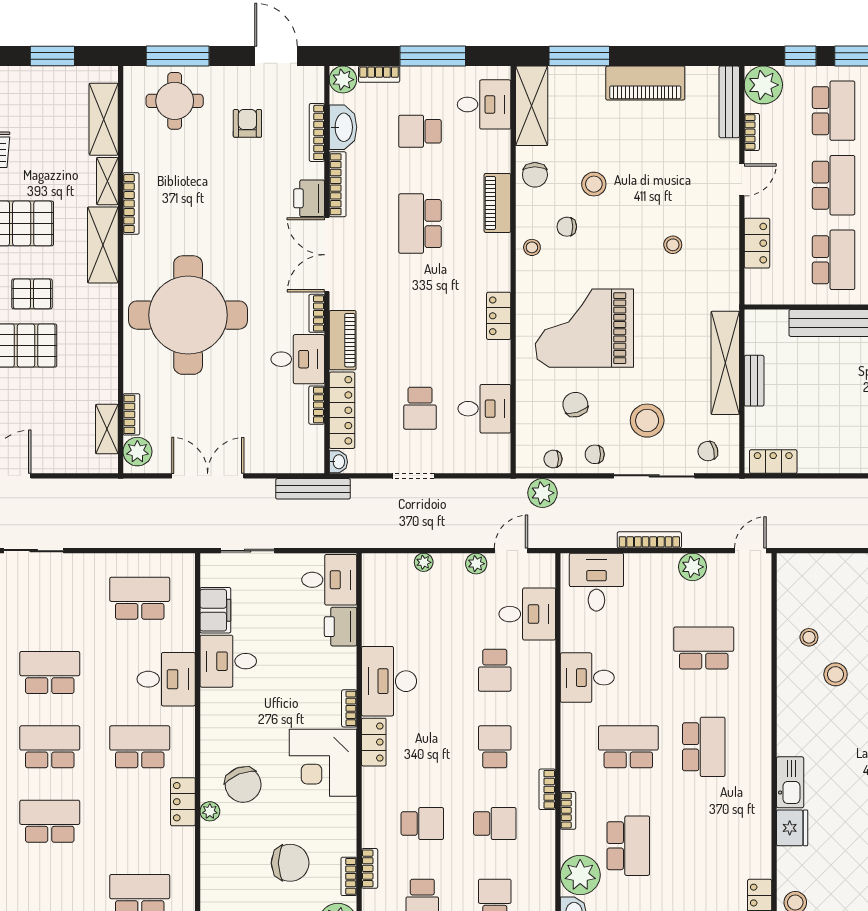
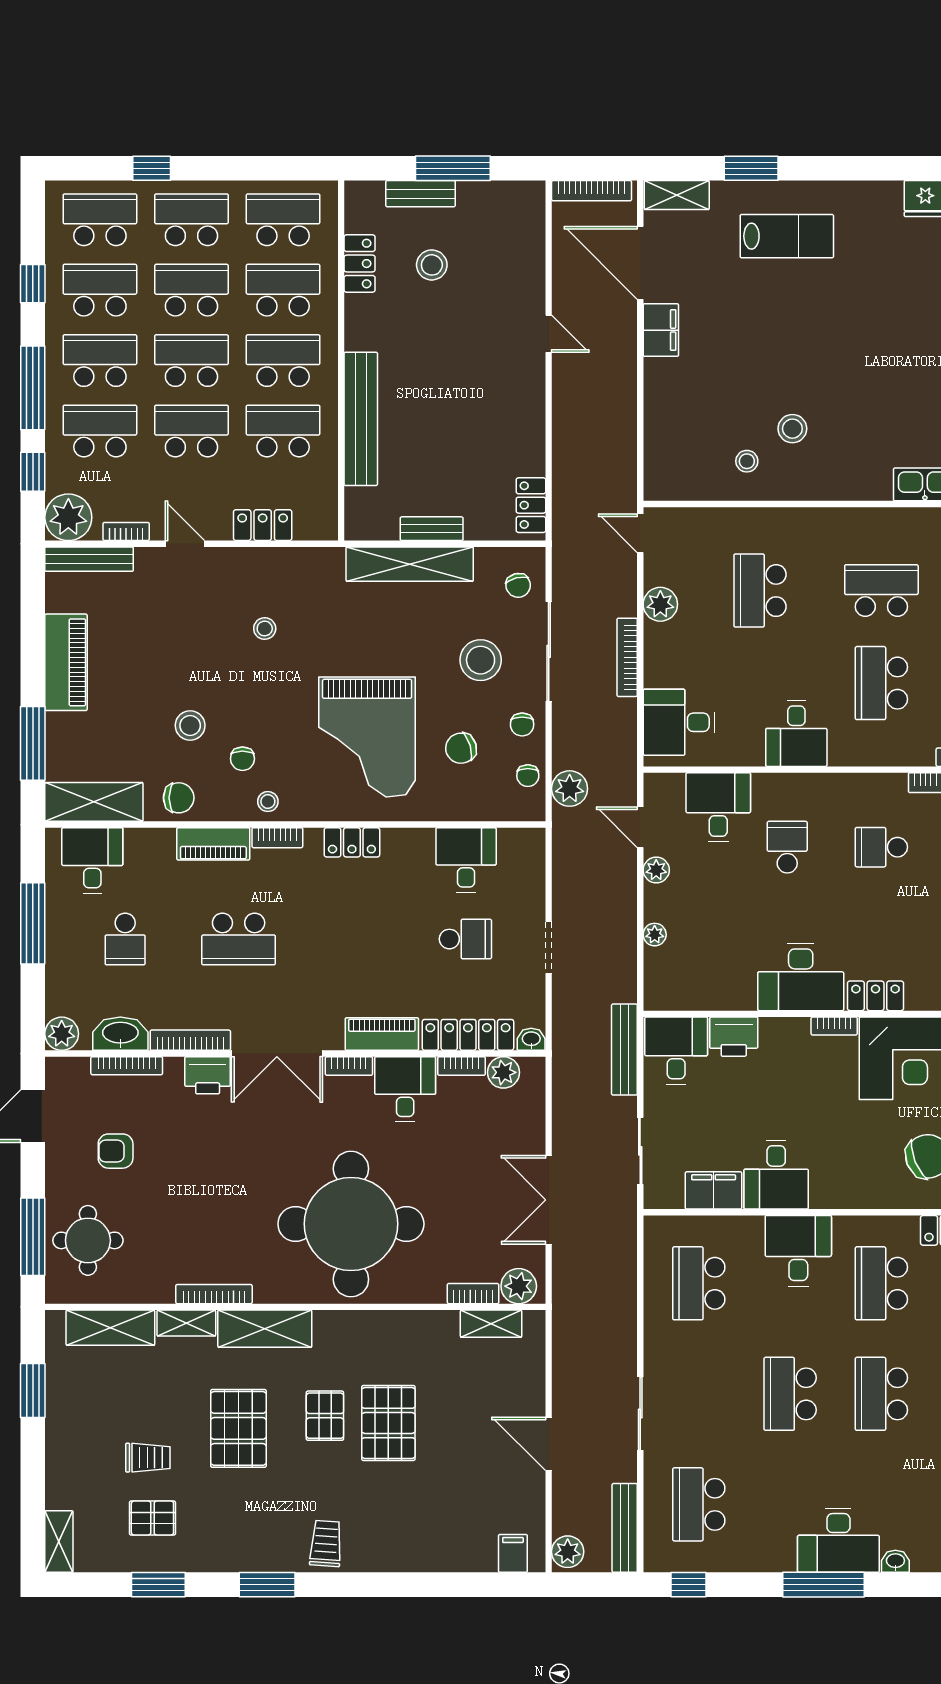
bookcase: (379, 74) -> (277, 838), moved, turned 90
plant: (311, 439) -> (503, 1072), added
bench: (313, 489) -> (624, 1050), moved
school desk: (495, 670) -> (787, 847), turned -90

